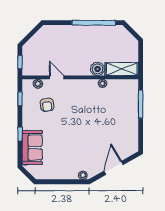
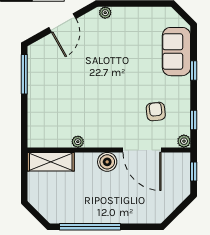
boiler: (97, 69) -> (107, 162), moved
door: (57, 77) -> (142, 150), width x1.87
plant: (38, 84) -> (184, 141), moved
window: (141, 104) -> (24, 74), moved

